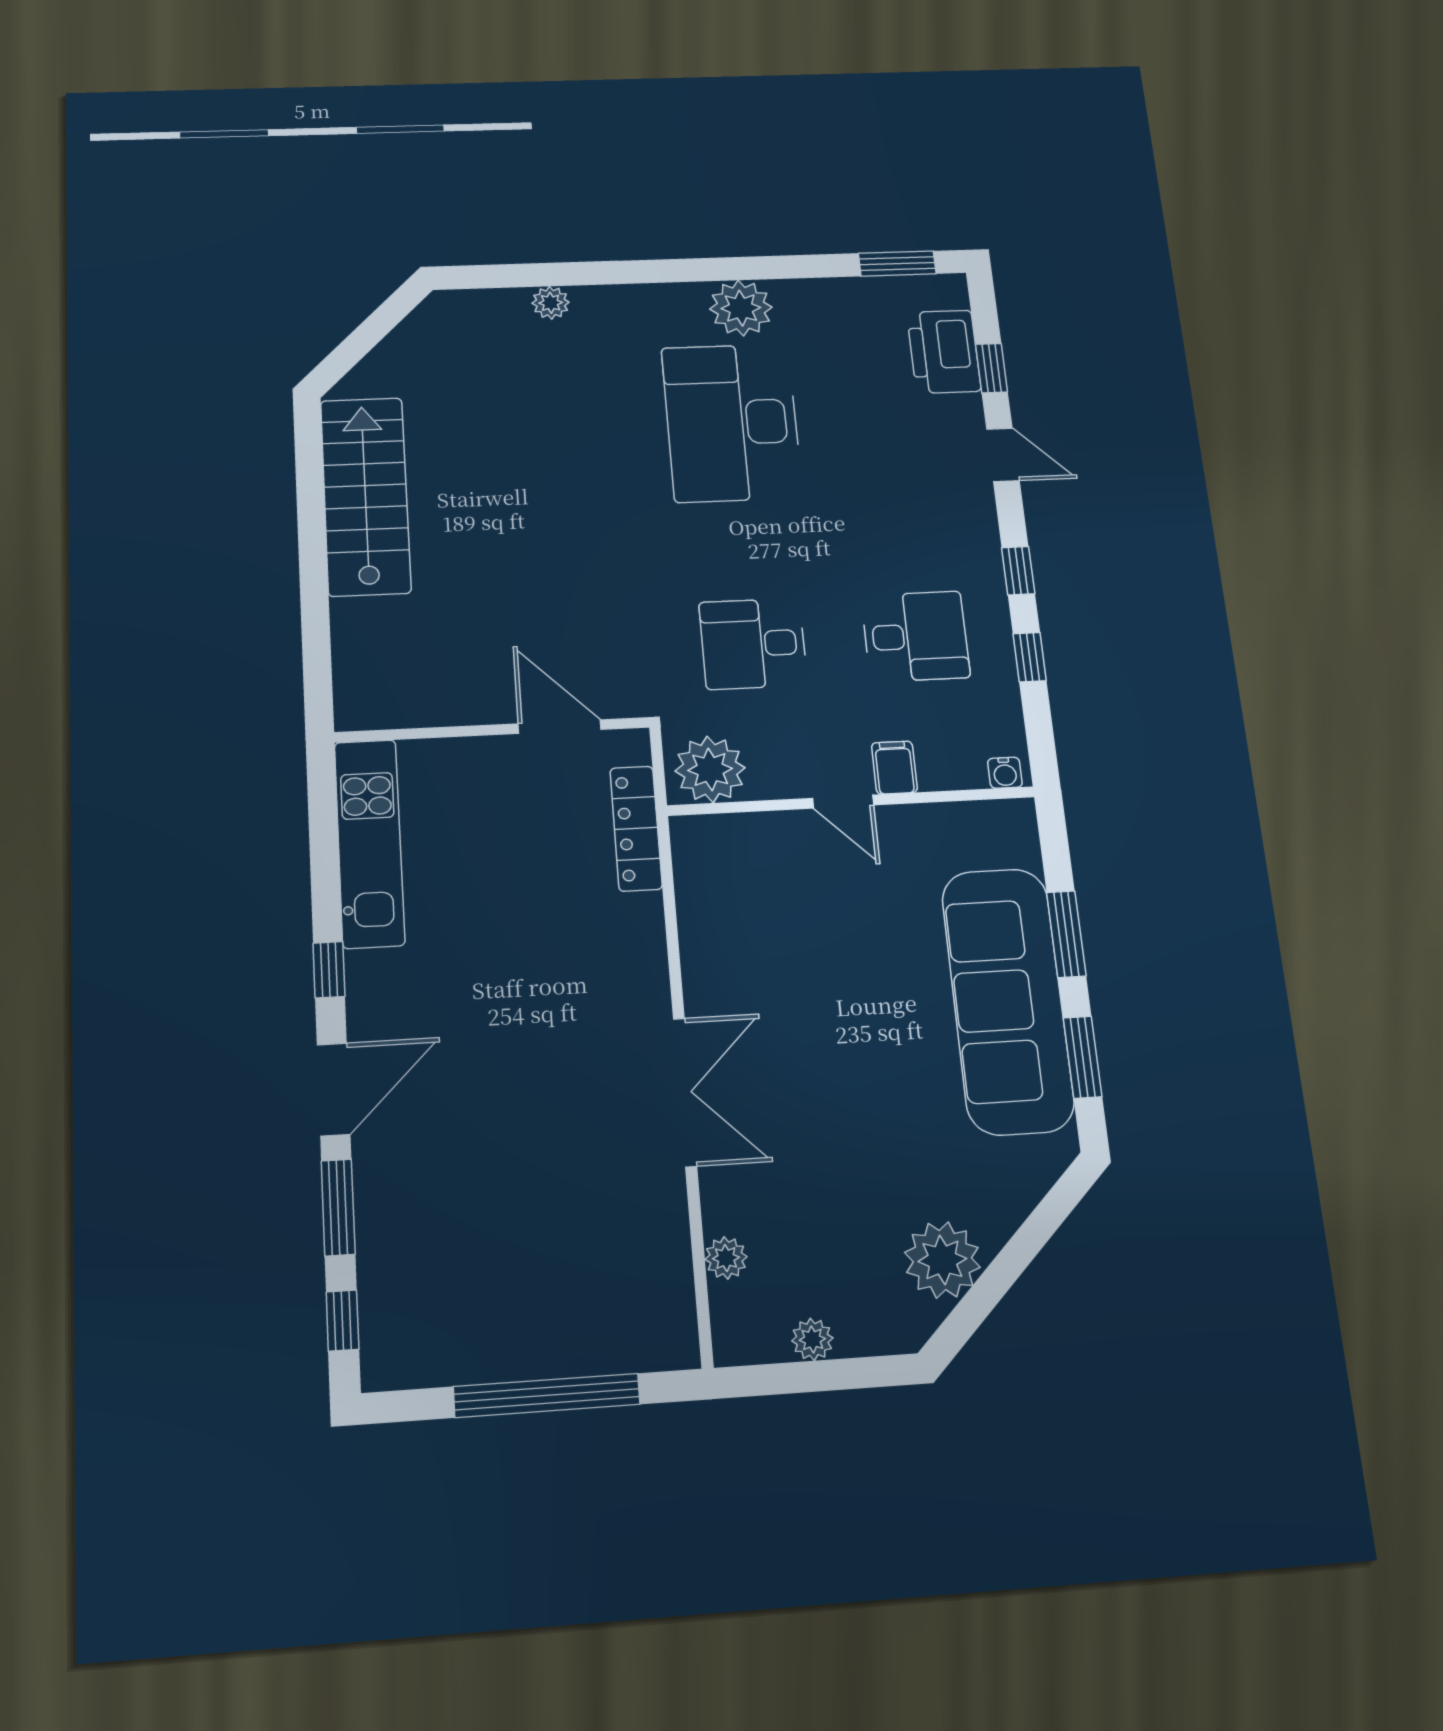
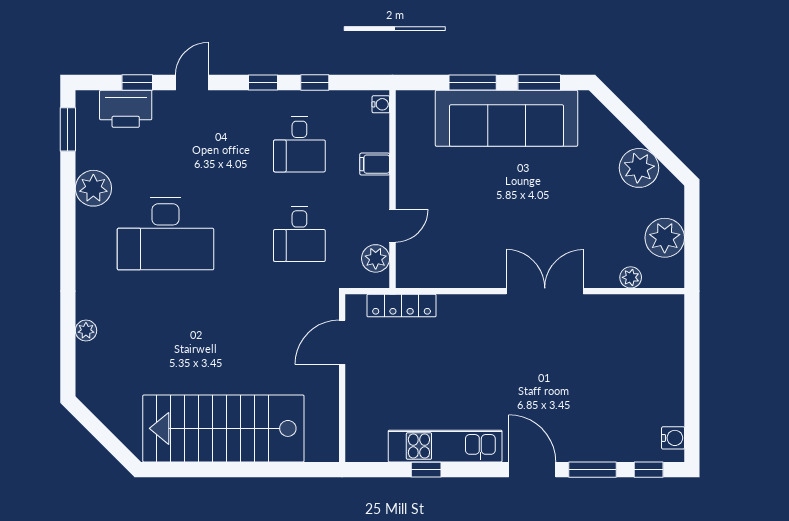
plant: (741, 308) -> (93, 188), moved
stairs: (365, 496) -> (223, 428), width x1.36, depth x1.51
desk: (915, 636) -> (299, 144), turned 180
plant: (710, 769) -> (376, 258), width x0.73, depth x0.73
door: (843, 802) -> (392, 226), moved
kitchen unit: (369, 843) -> (445, 446), moved
window: (329, 970) -> (426, 470), moved
plant: (812, 1339) -> (665, 238), width x1.87, depth x1.87
water cooler: (409, 1366) -> (673, 438), added
window: (547, 1395) -> (692, 371), removed

